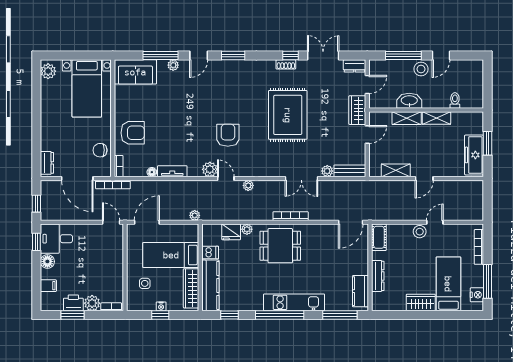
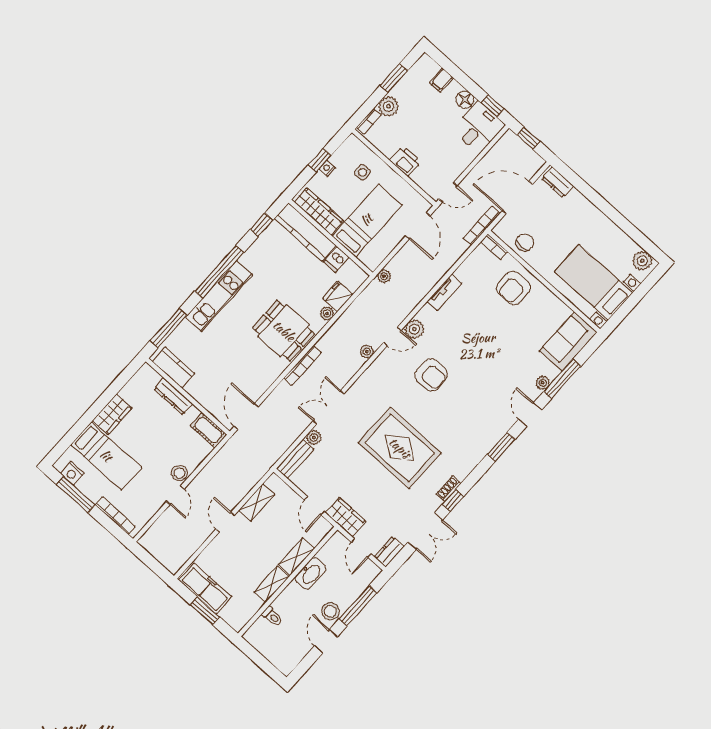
floor lamp: (152, 172) -> (461, 273), removed
dining table: (280, 246) -> (284, 331), turned 90
printer: (73, 303) -> (405, 161), moved, turned -90

